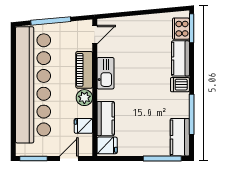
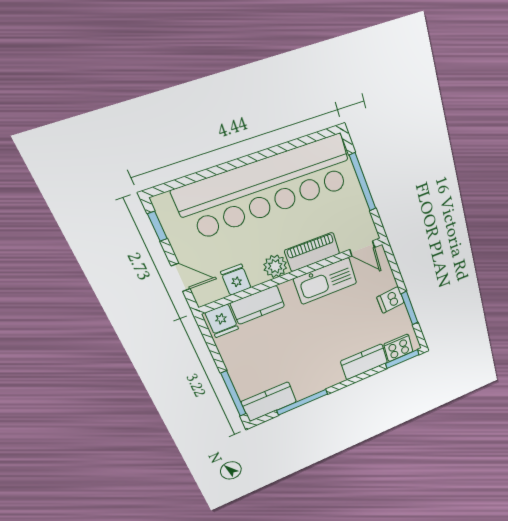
window: (153, 11) -> (410, 308), added
kitchen sink: (105, 73) -> (325, 281), width x1.36, depth x1.24
dishwasher: (180, 85) -> (391, 300), moved, turned -95
window: (34, 158) -> (157, 226), width x0.67

